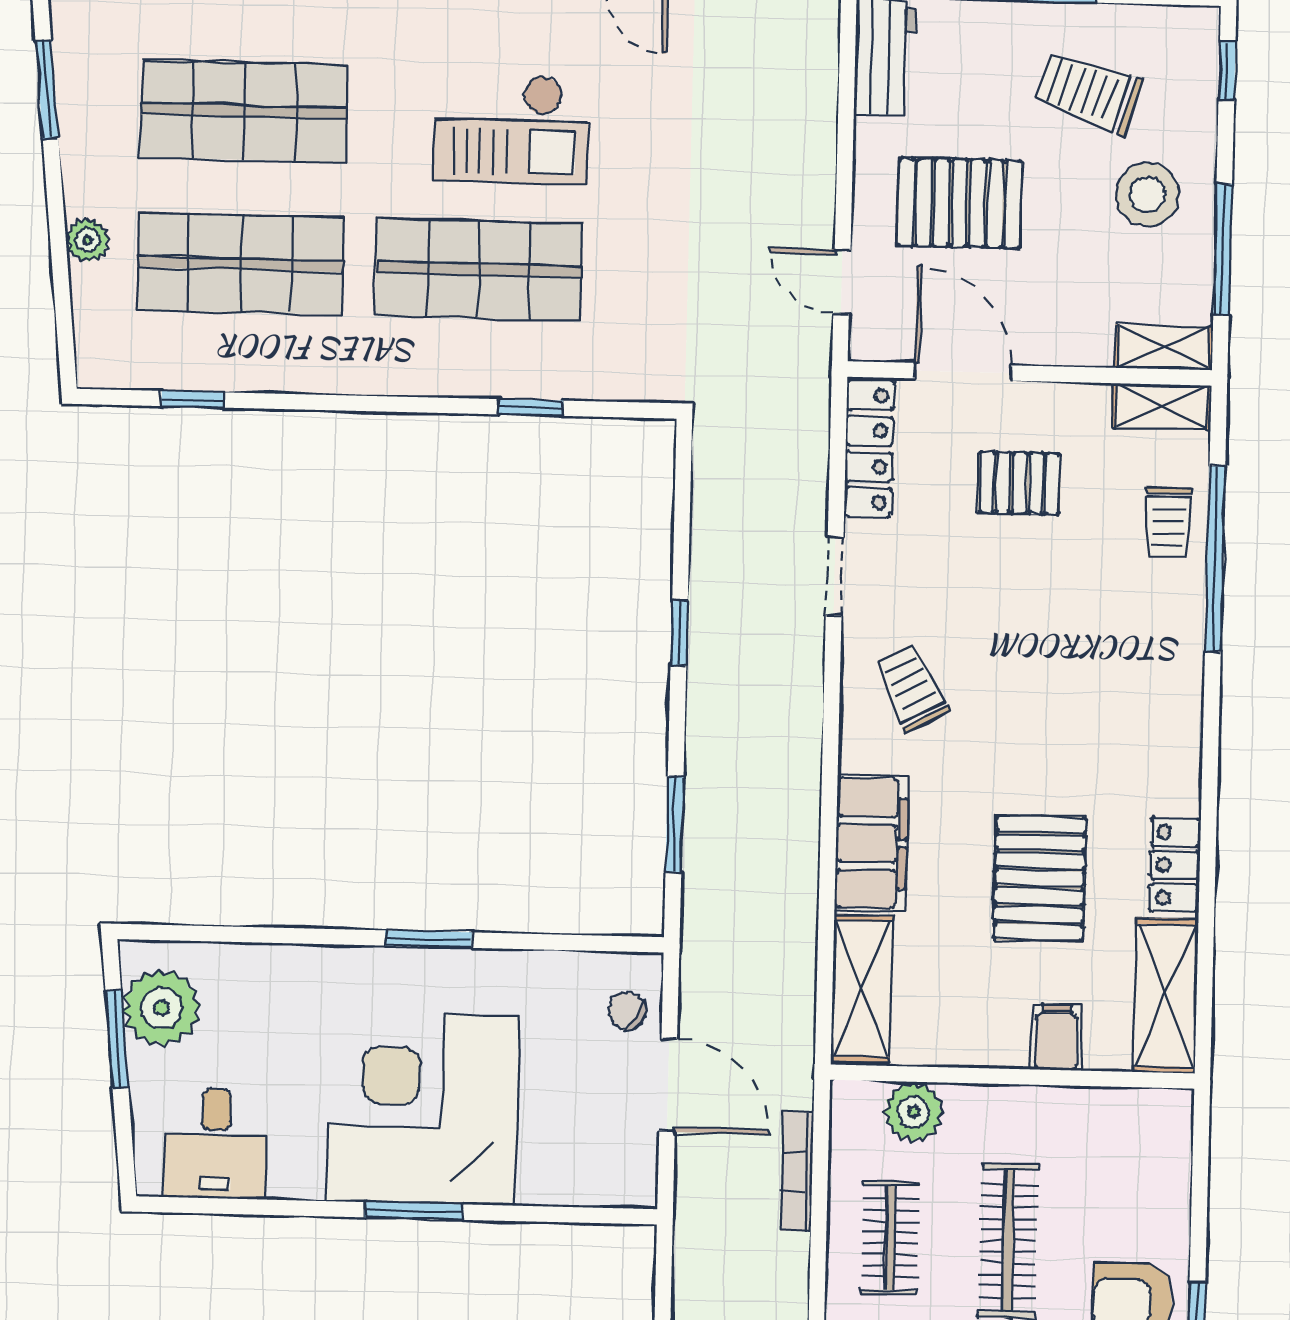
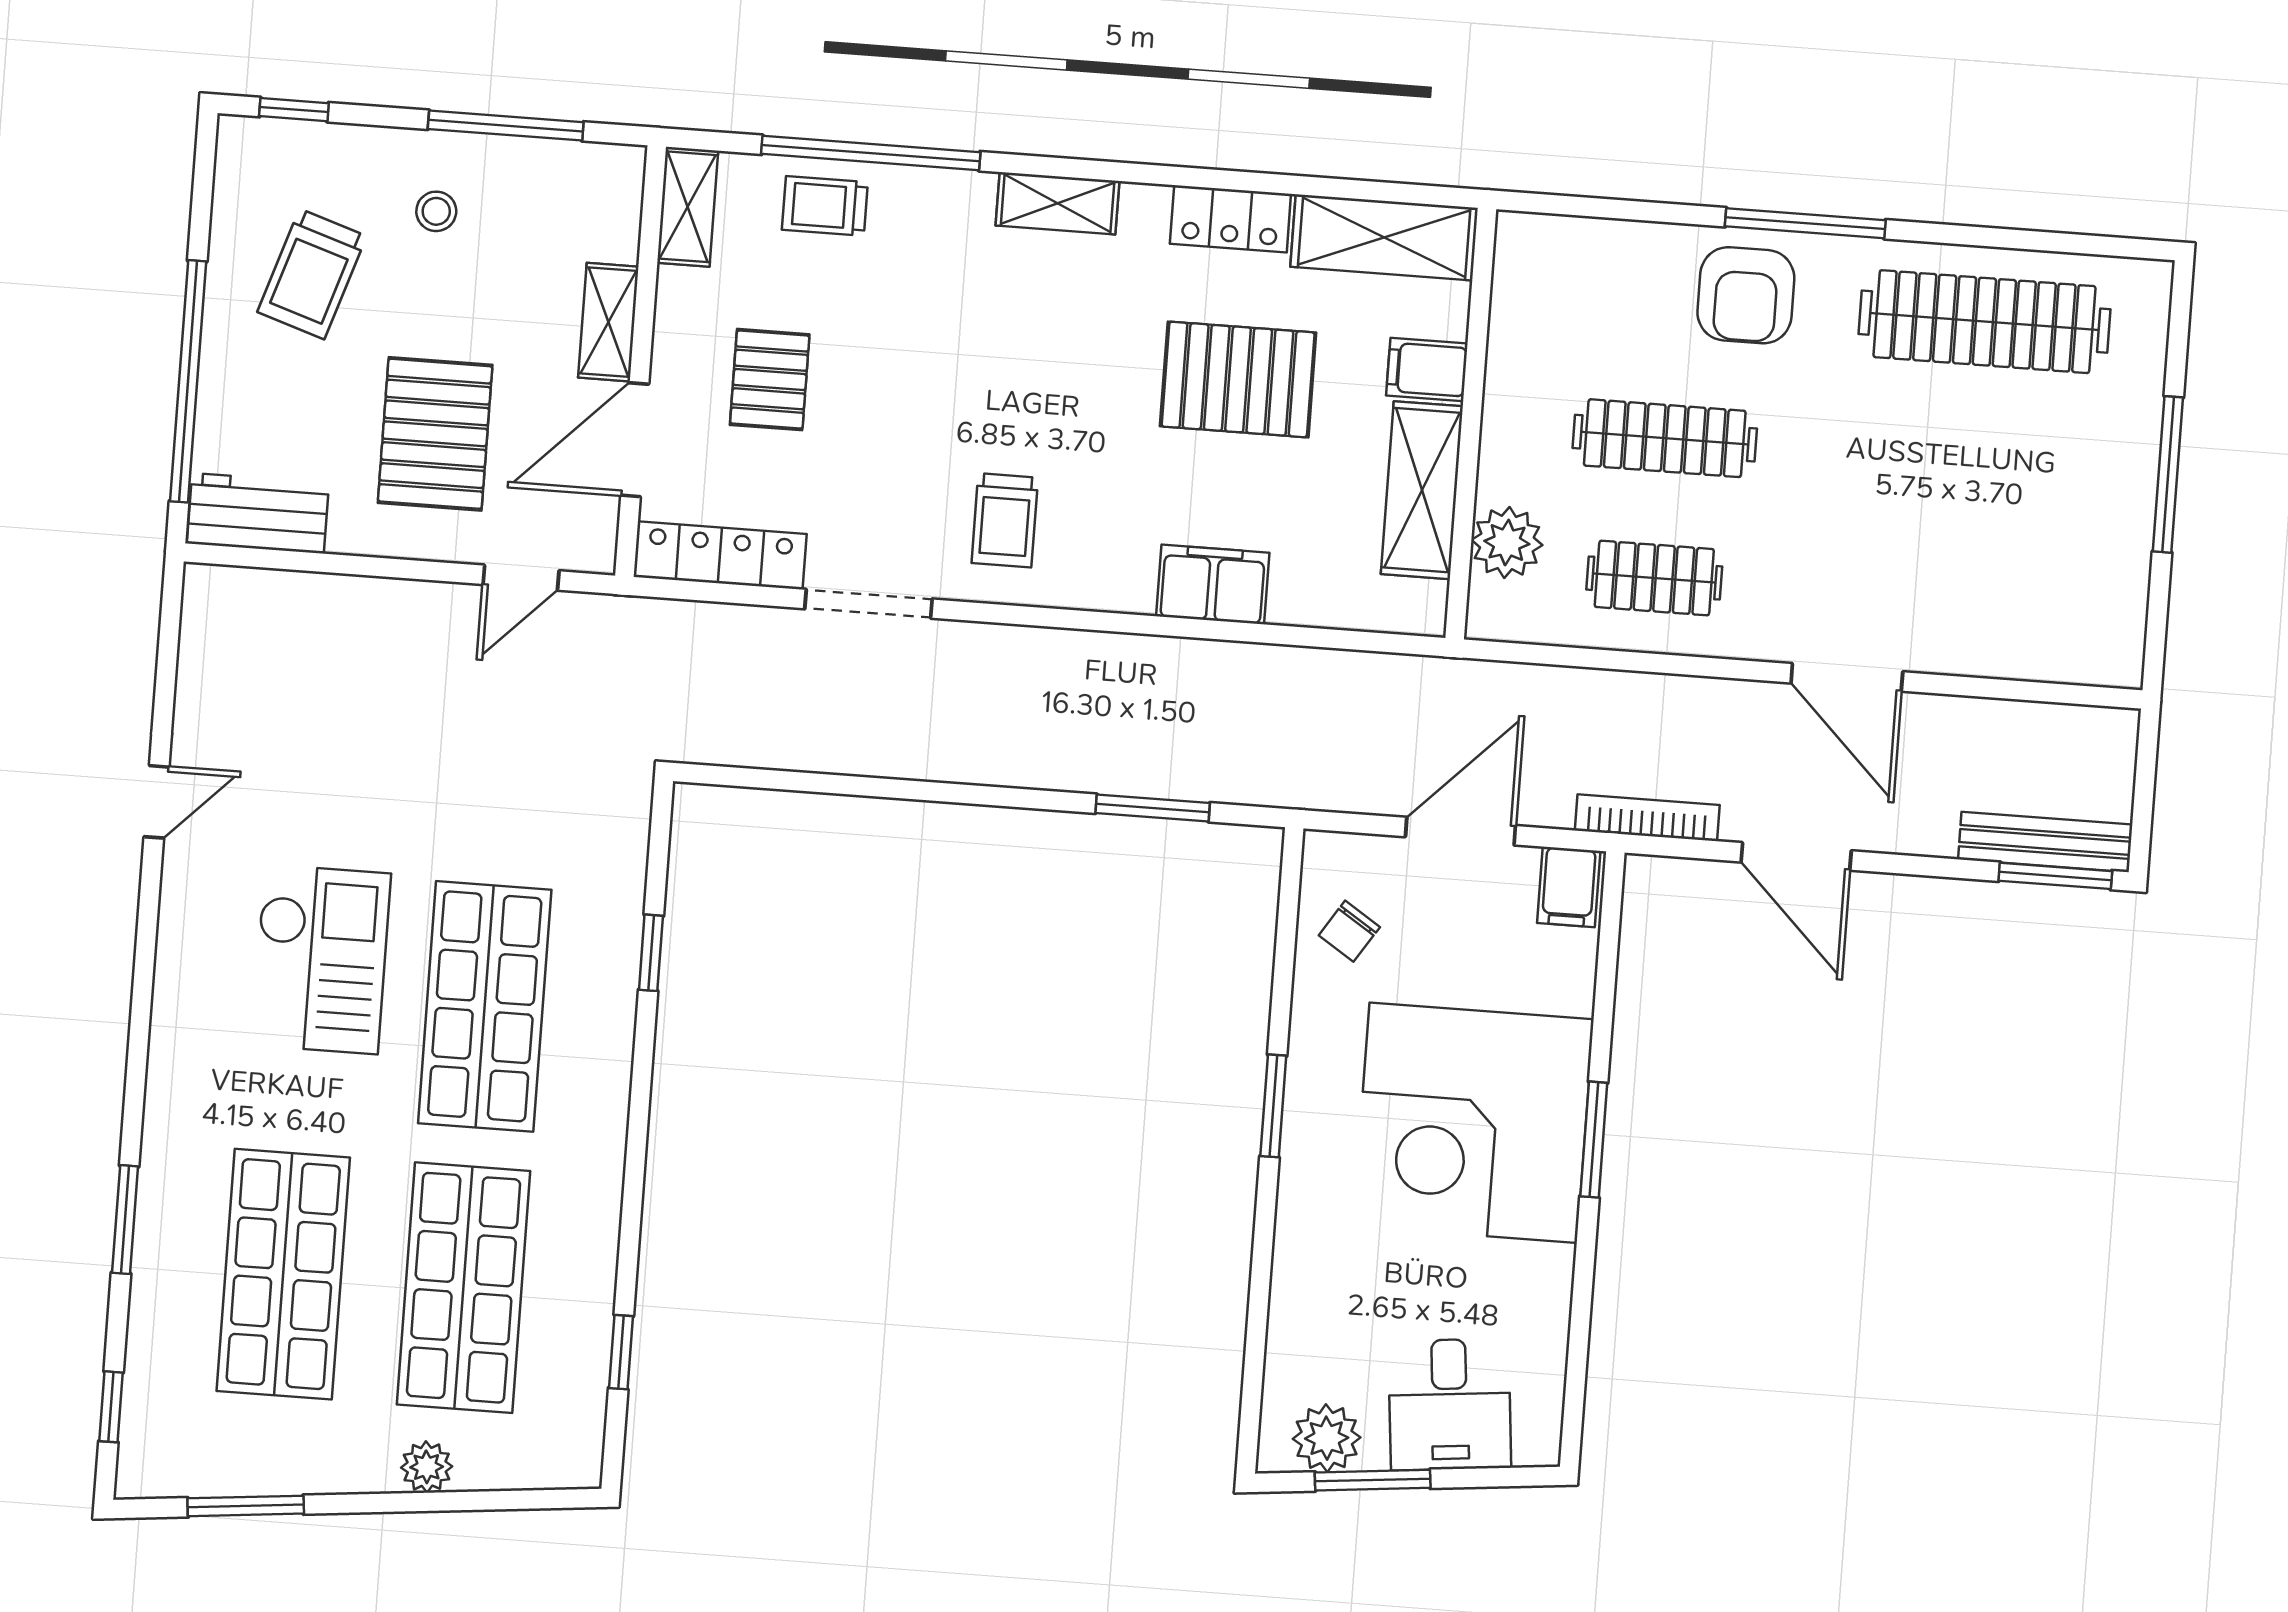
stool: (1147, 195) -> (436, 211), width x0.53, depth x0.53
shelving: (1164, 347) -> (608, 322), moved
trolley: (1168, 522) -> (825, 206), turned 180
doorway: (835, 576) -> (869, 604), width x1.38
window: (679, 633) -> (927, 791), removed
trolley: (911, 688) -> (1005, 520), turned -63
shelving: (1181, 718) -> (1058, 203), added
filing cabinet: (871, 843) -> (1213, 584), width x0.67, depth x0.86
shelving: (862, 989) -> (1422, 490), moved, turned 90
plant: (162, 1008) -> (1327, 1438), width x0.73, depth x0.73
chair: (627, 1011) -> (1349, 931), moved
desk: (216, 1144) -> (1450, 1404), moved, turned 84
bookcase: (797, 1171) -> (1647, 818), moved, turned 180
filing cabinet: (626, 1179) -> (1569, 887), added

